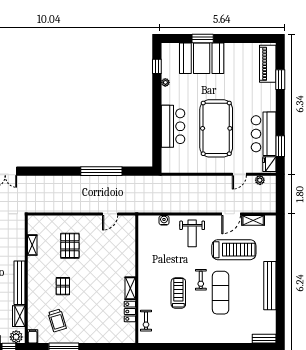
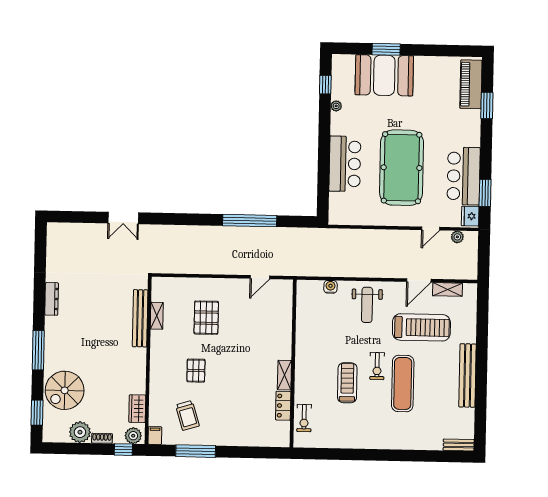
bench: (19, 283) -> (140, 318), moved

